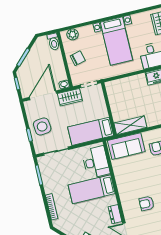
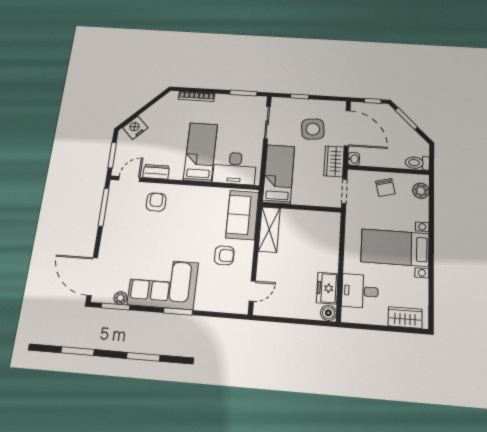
side table: (42, 127) -> (313, 129), moved
armchair: (147, 203) -> (156, 202), moved

